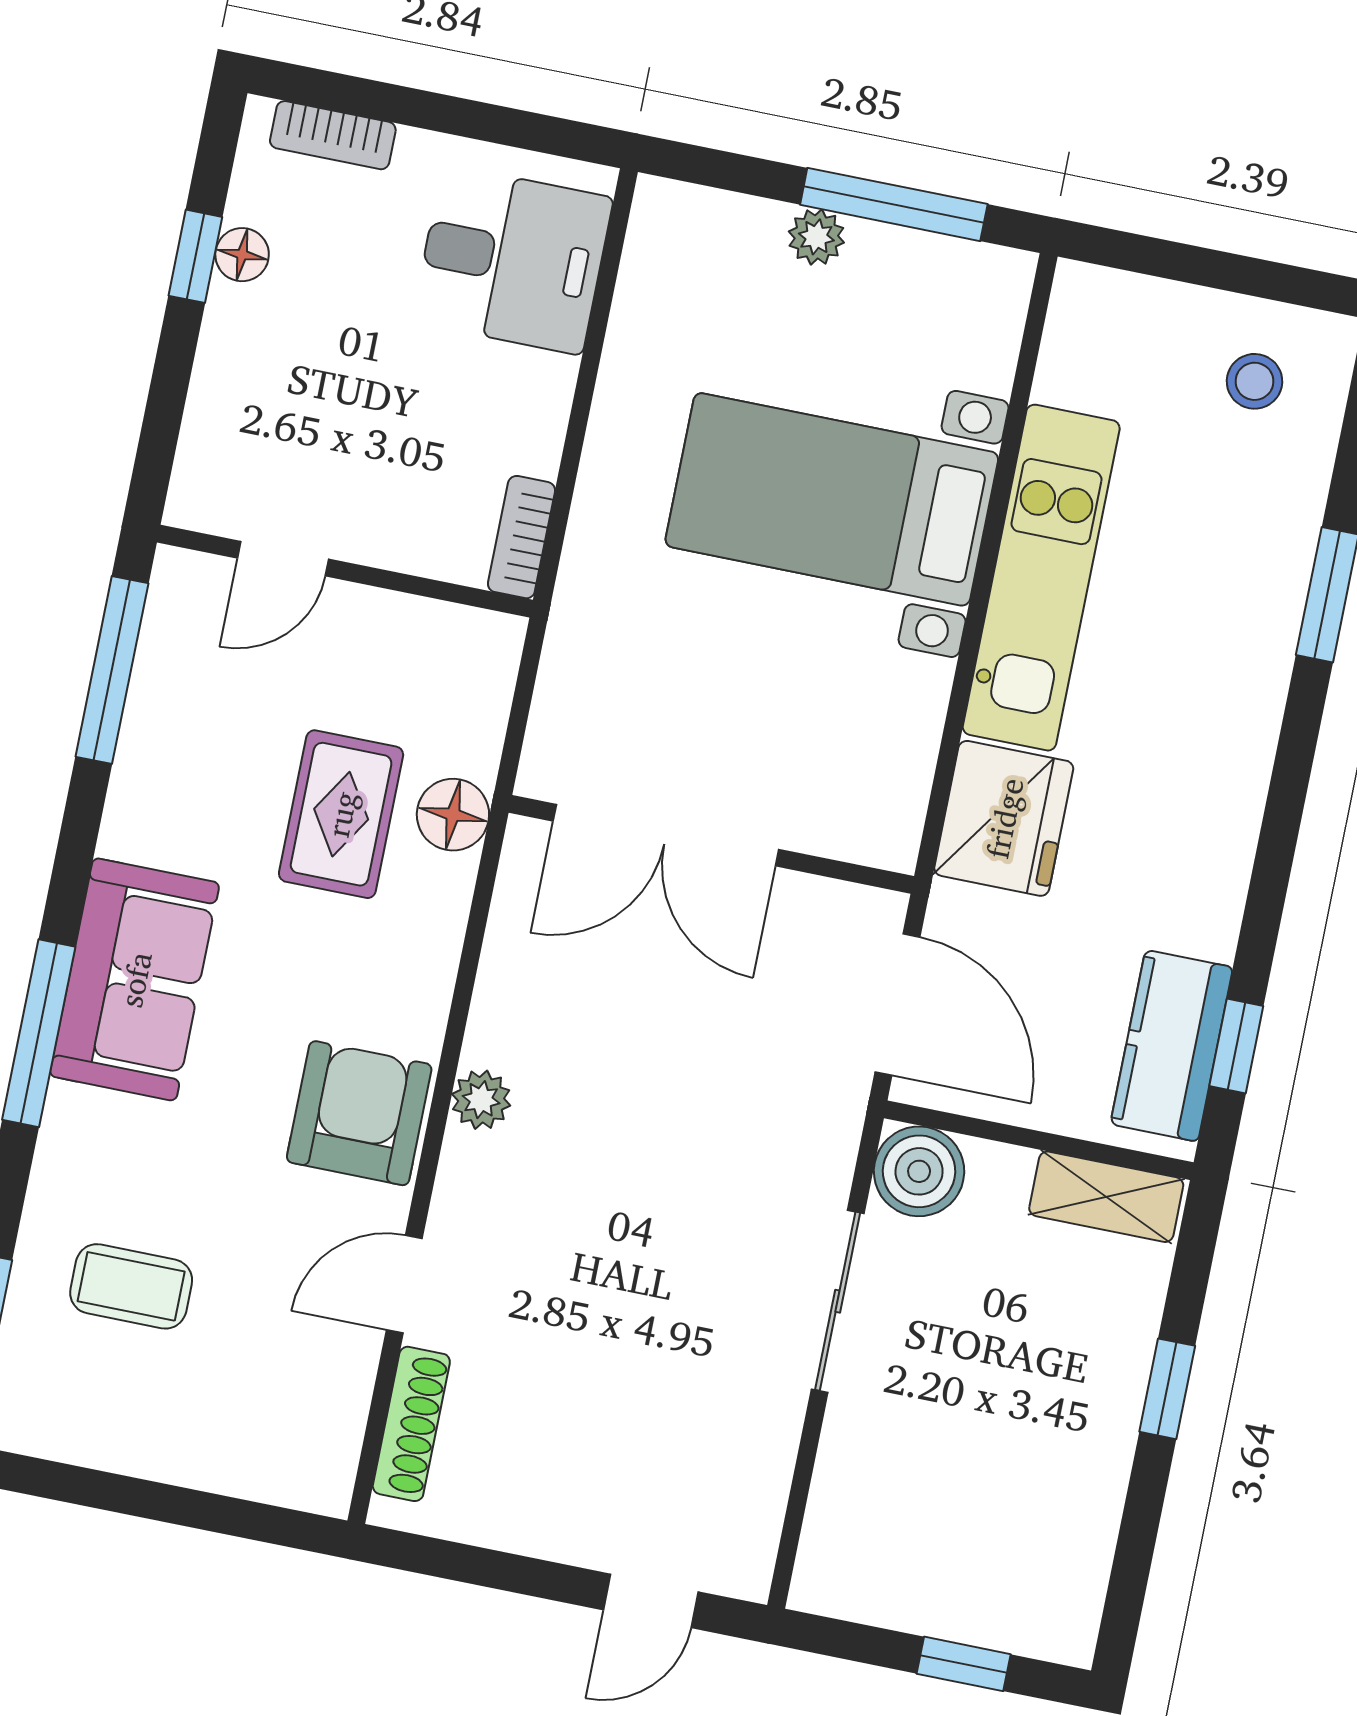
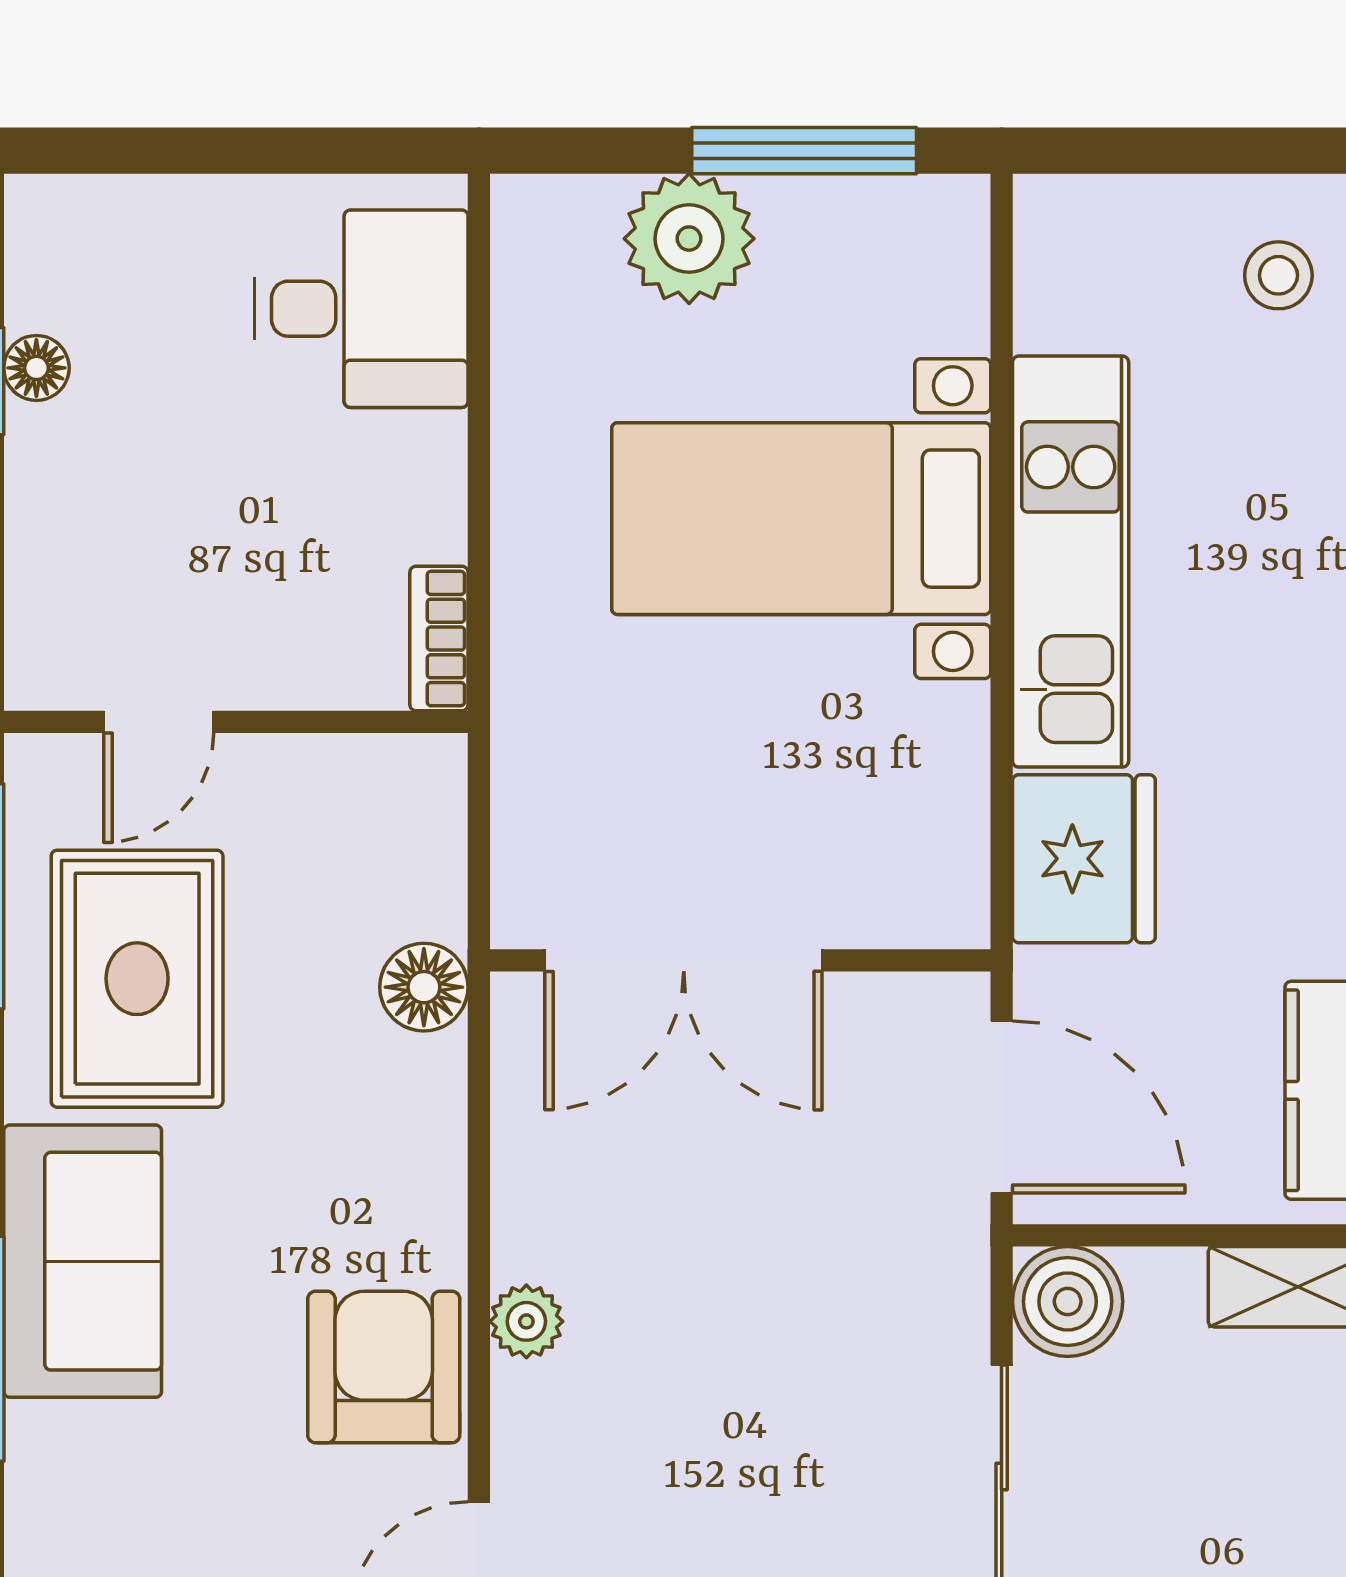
bookcase: (333, 135) -> (116, 203), removed
plant: (816, 237) -> (689, 239), width x1.88, depth x1.88
rug: (341, 814) -> (137, 979), moved, width x1.36, depth x1.43

